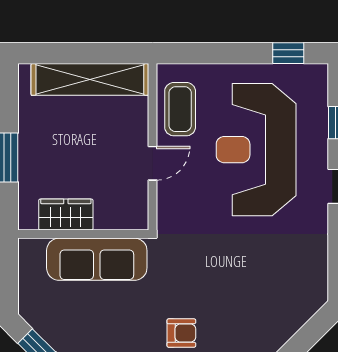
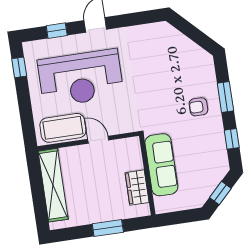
coffee table: (180, 109) -> (63, 128), width x1.36, depth x1.32
armchair: (181, 333) -> (198, 107), turned -90

